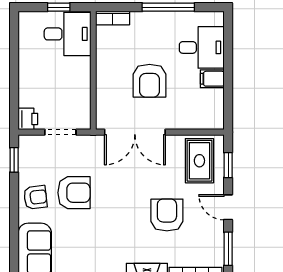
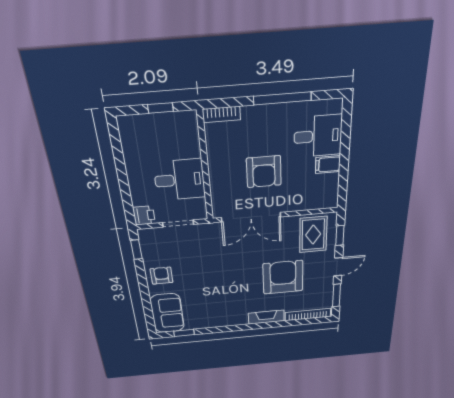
desk: (68, 34) -> (180, 180), moved
armchair: (74, 193) -> (197, 269), removed
armchair: (35, 197) -> (162, 276), turned -83
door: (228, 207) -> (338, 267), swing flipped
armchair: (167, 215) -> (283, 277), width x1.36, depth x1.36

